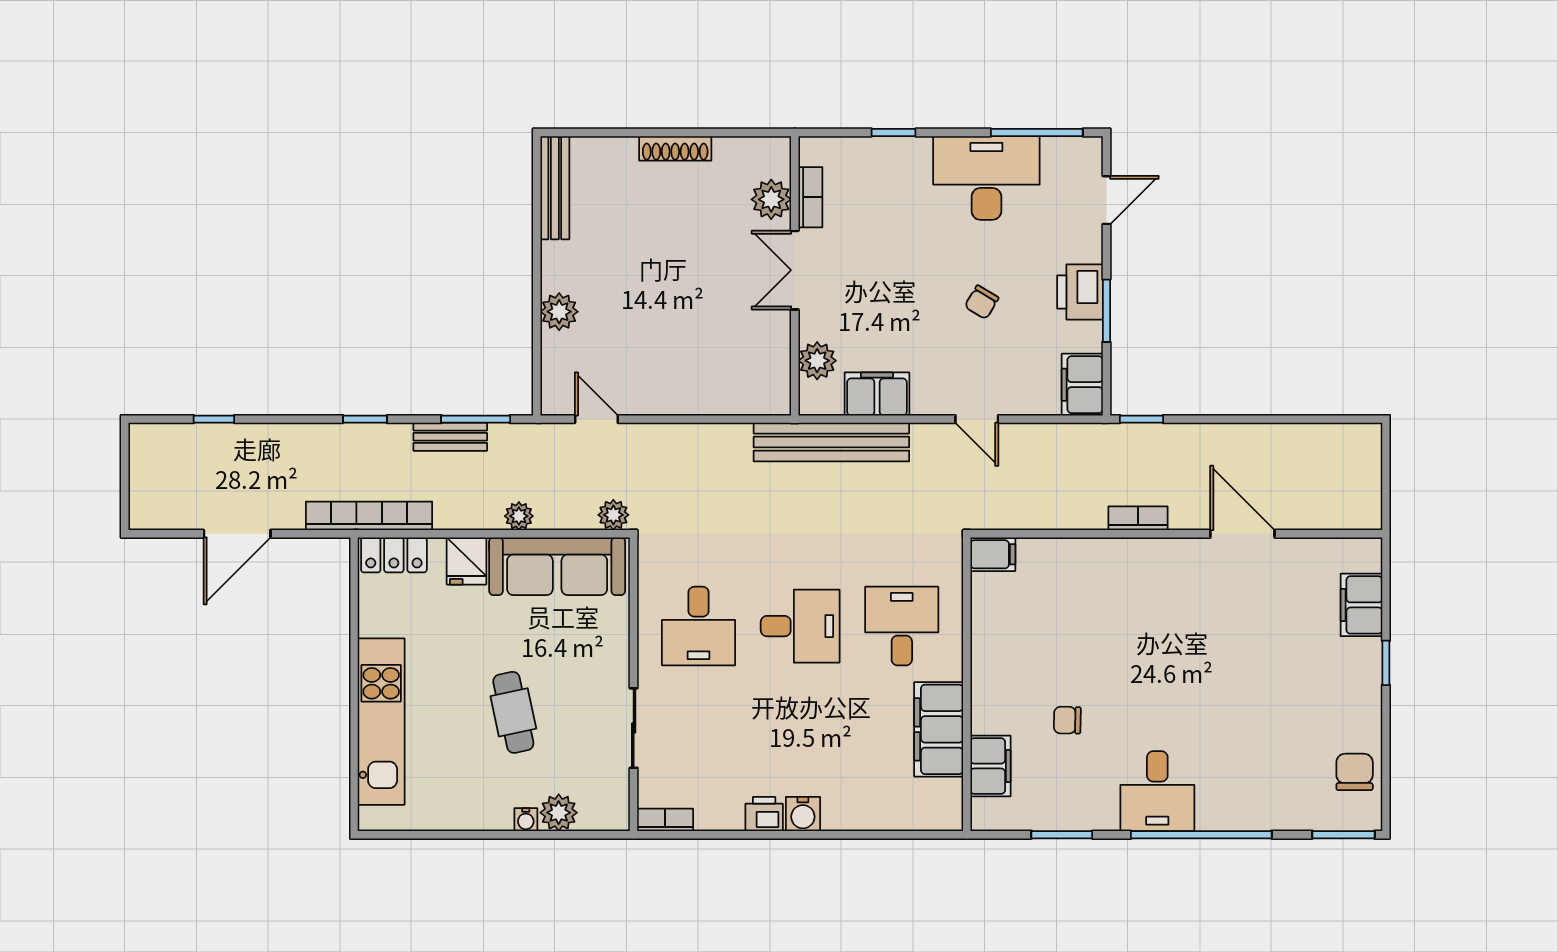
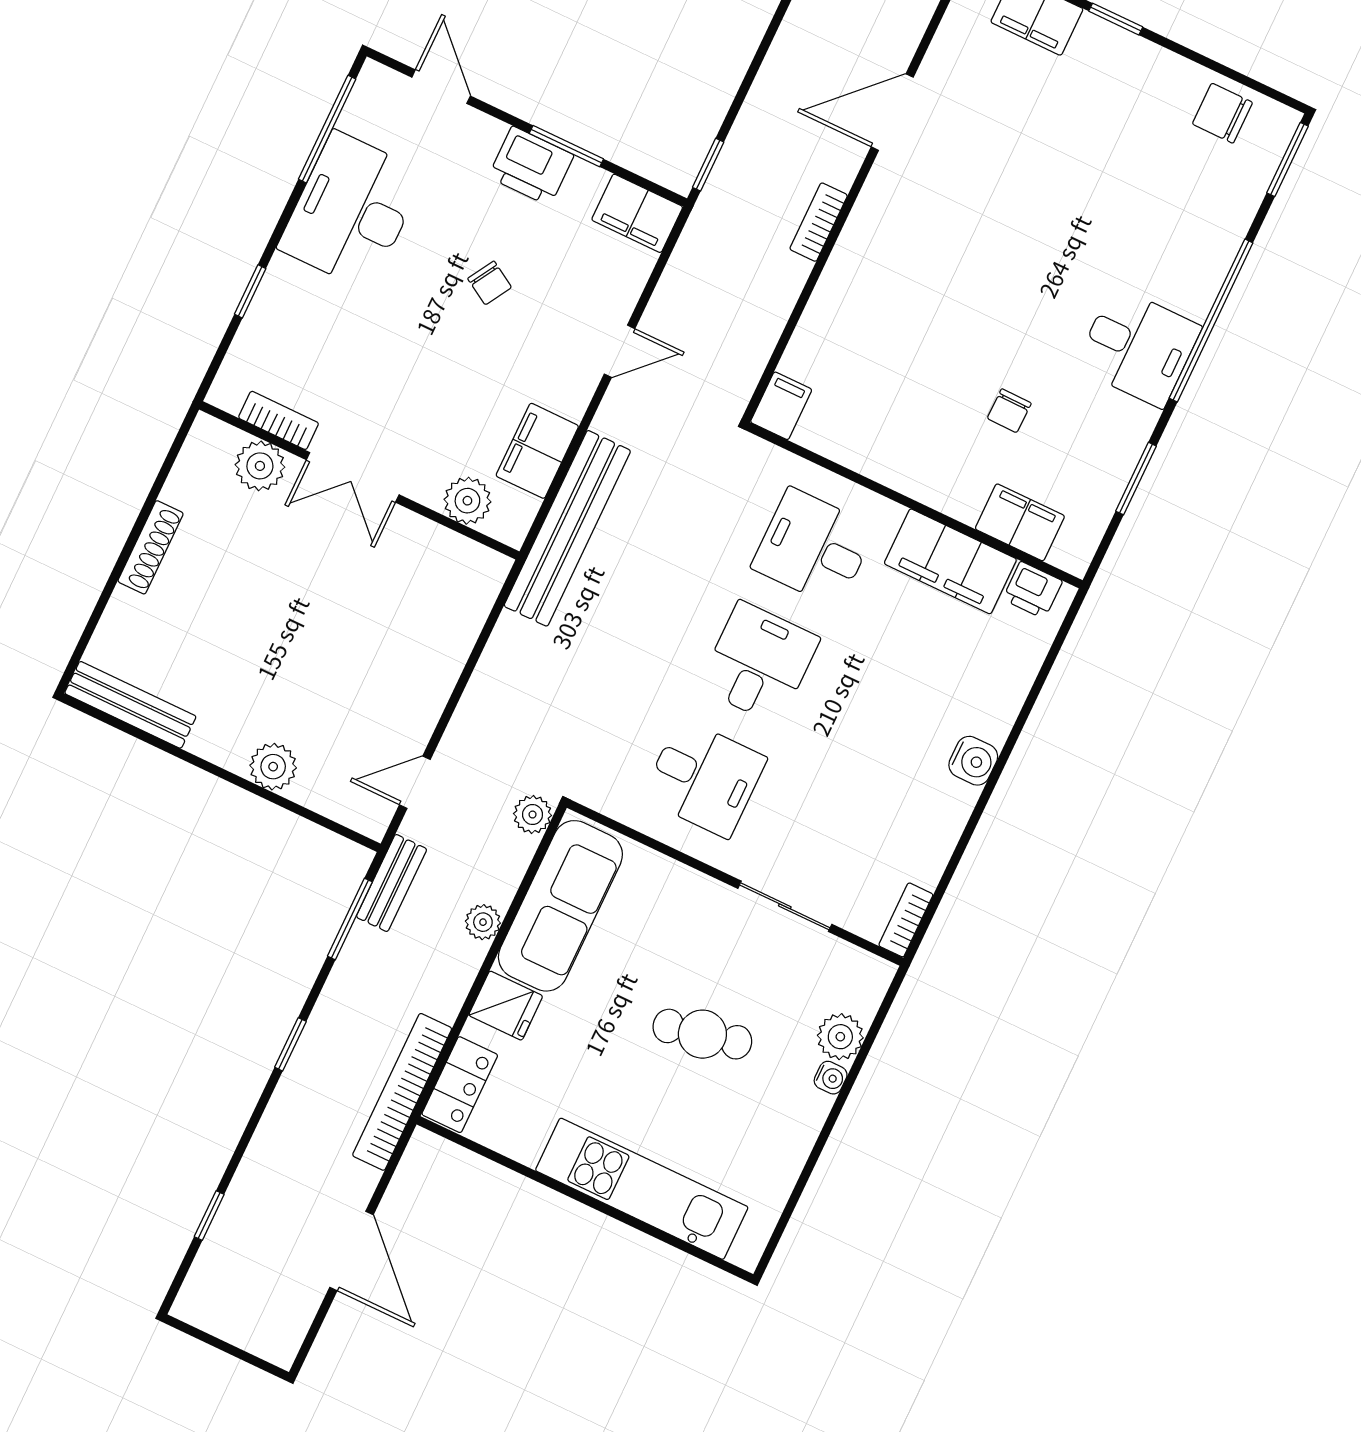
bench: (450, 437) -> (392, 883), moved
printer: (764, 814) -> (1032, 590), moved, turned -90

